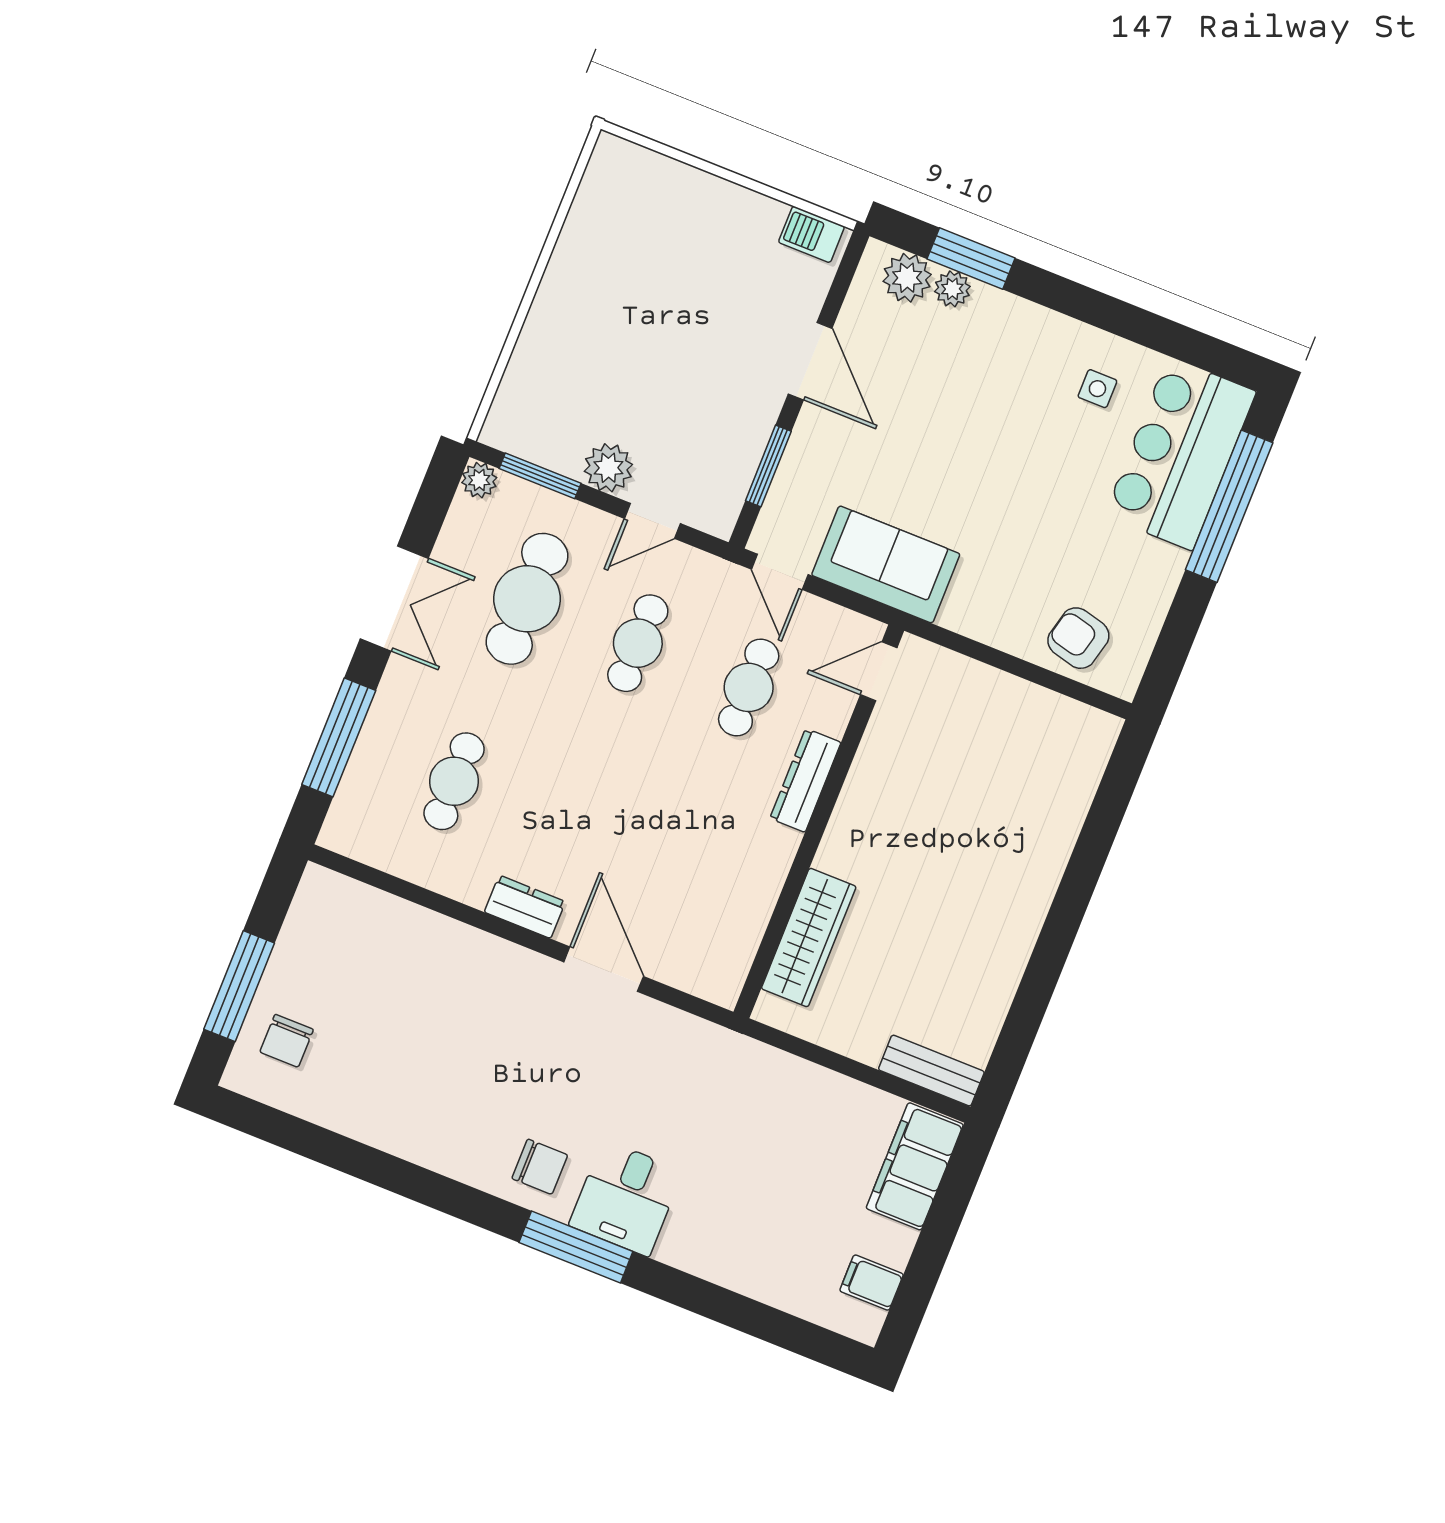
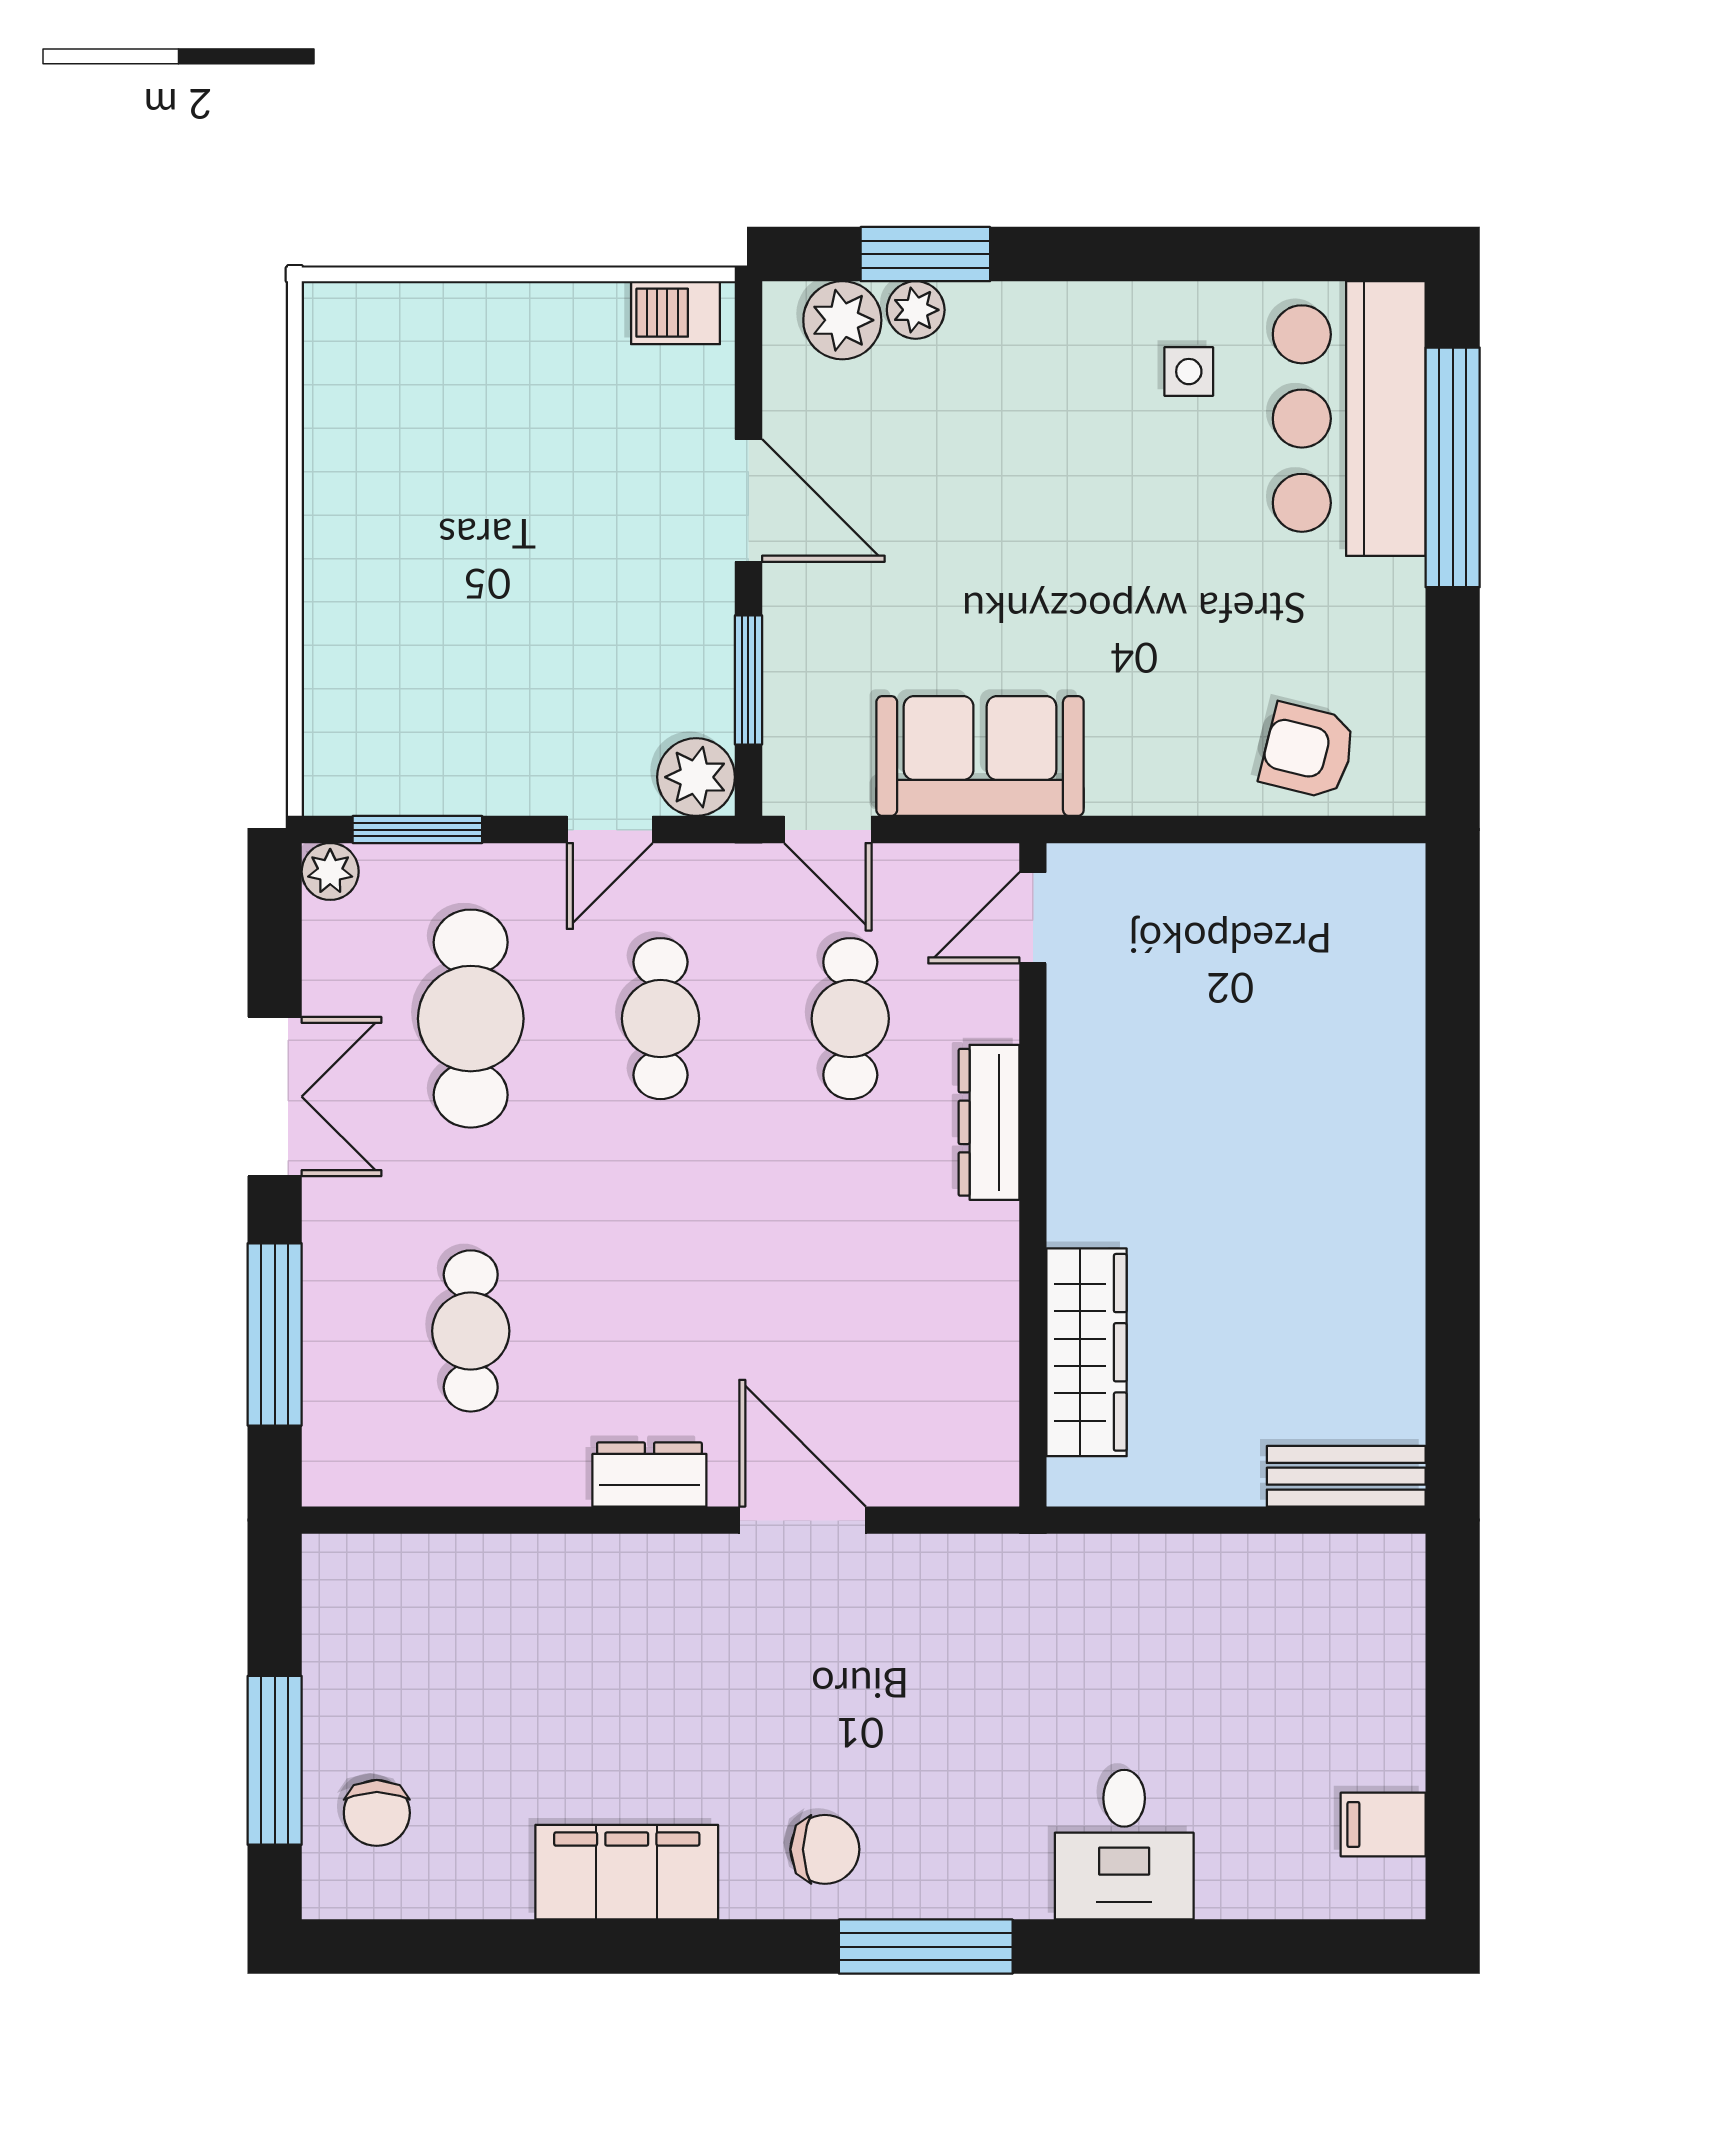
plant: (608, 468) -> (696, 777), moved
filing cabinet: (915, 1166) -> (627, 1872), moved, turned 90
desk: (626, 1198) -> (1124, 1845), moved

